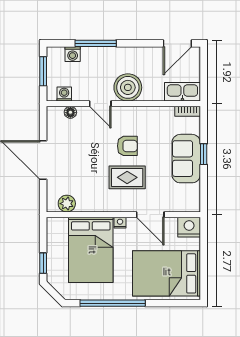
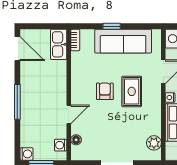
window: (96, 43) -> (17, 102), moved
washing machine: (73, 54) -> (27, 154), moved
boiler: (128, 87) -> (55, 91), removed
sofa: (186, 159) -> (123, 41), width x1.36

